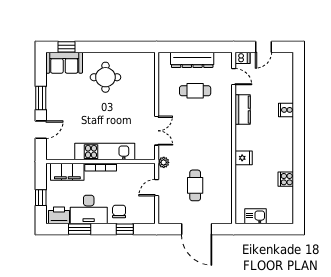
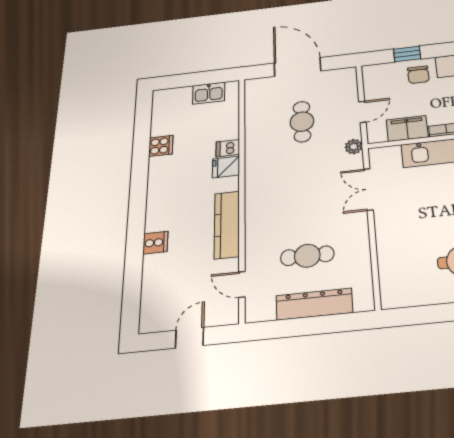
dishwasher: (243, 58) -> (228, 148), moved
kitchen counter: (243, 110) -> (227, 225), width x1.50
filing cabinet: (130, 171) -> (407, 128), added

